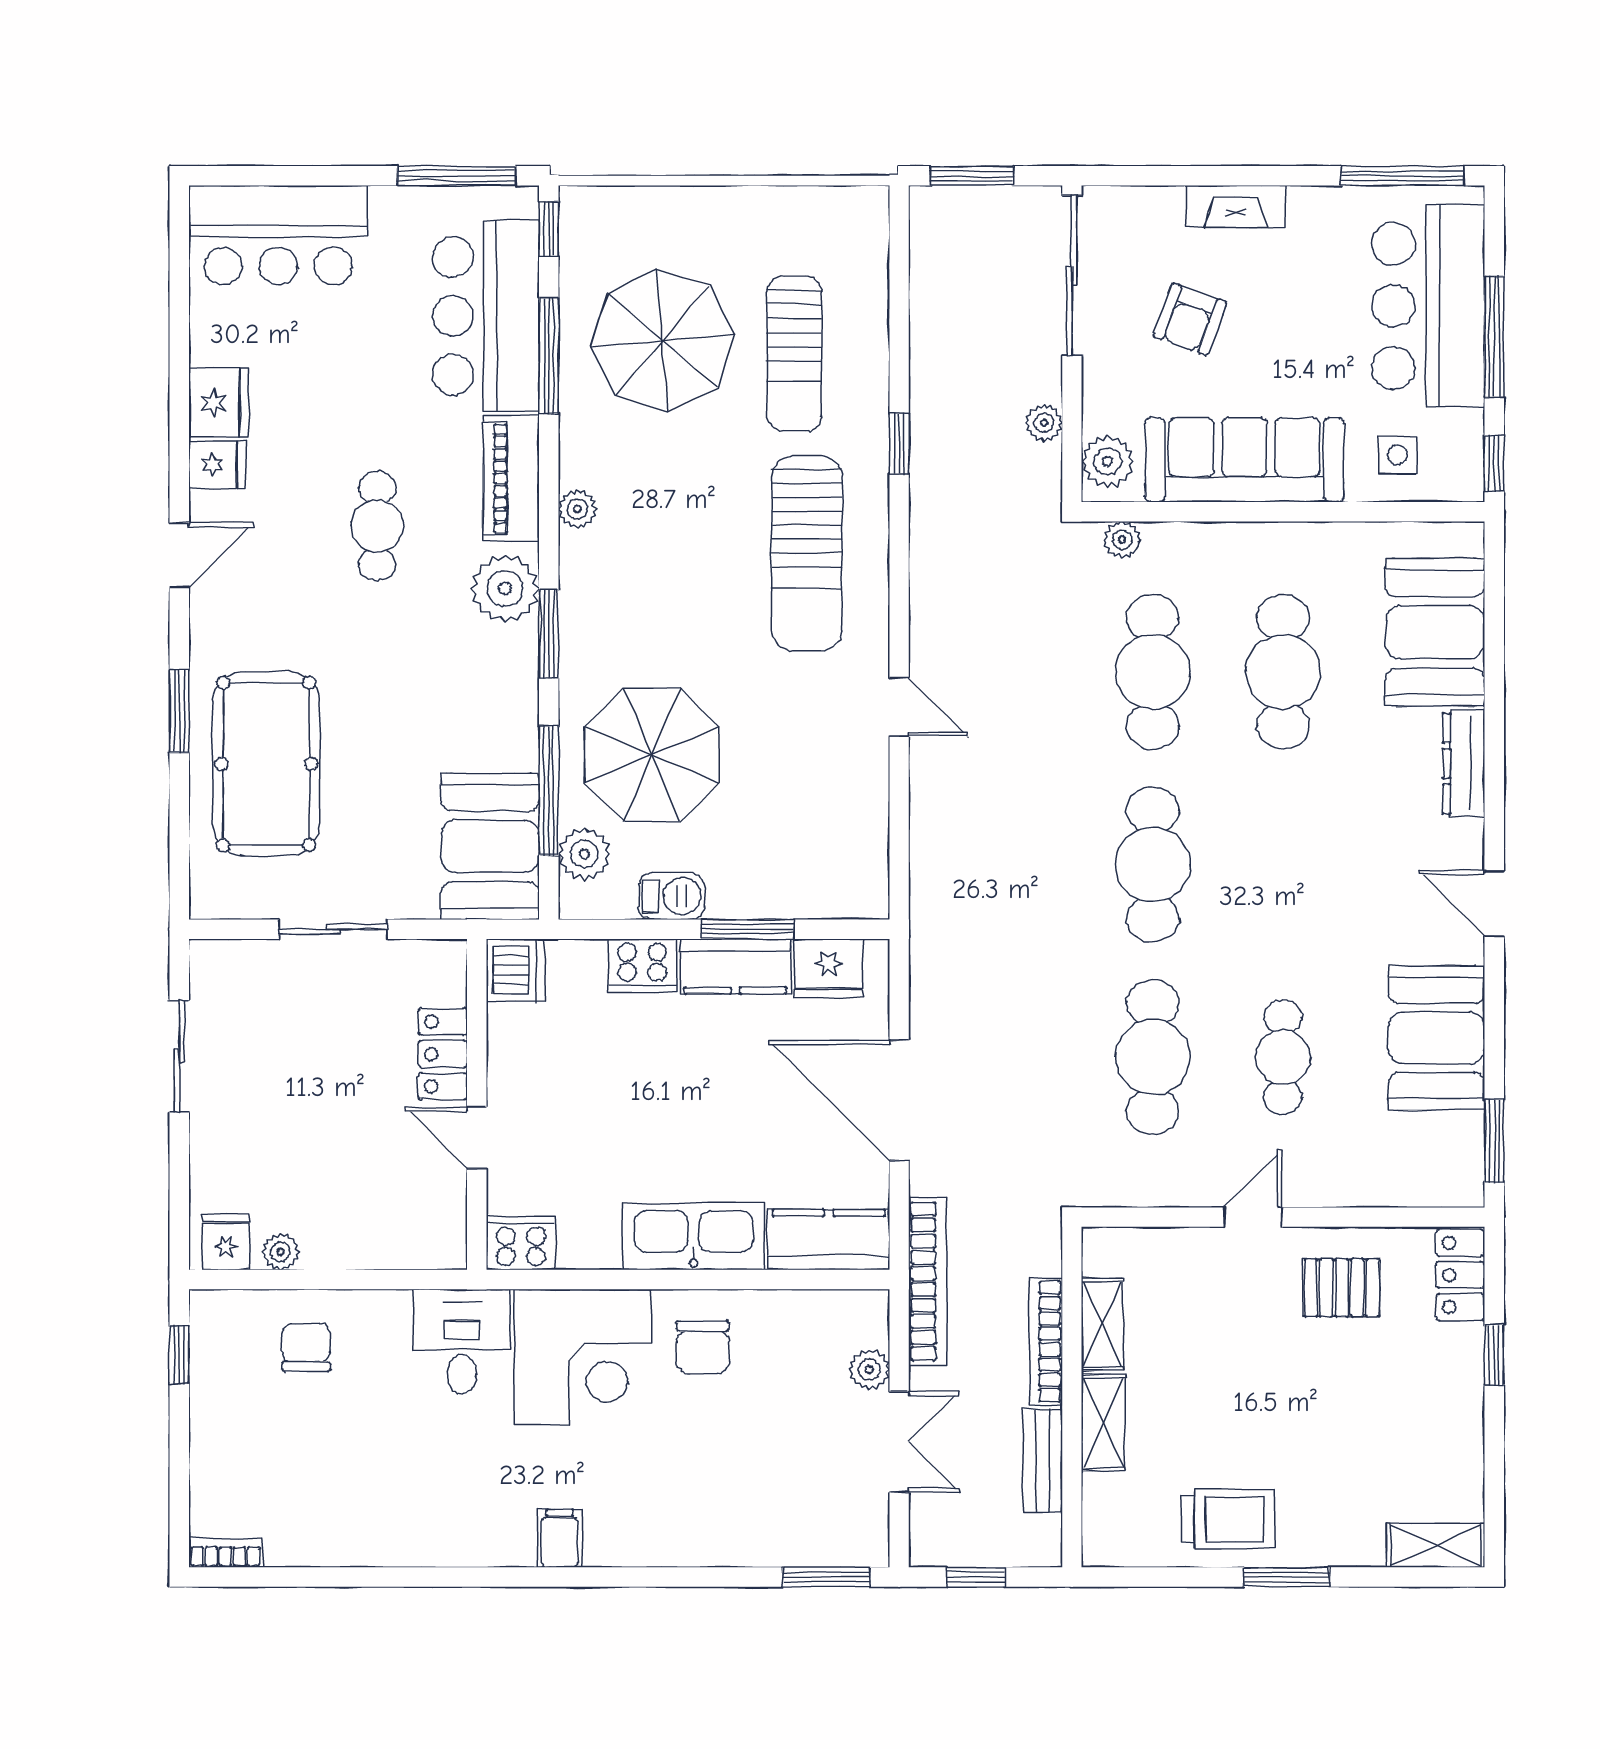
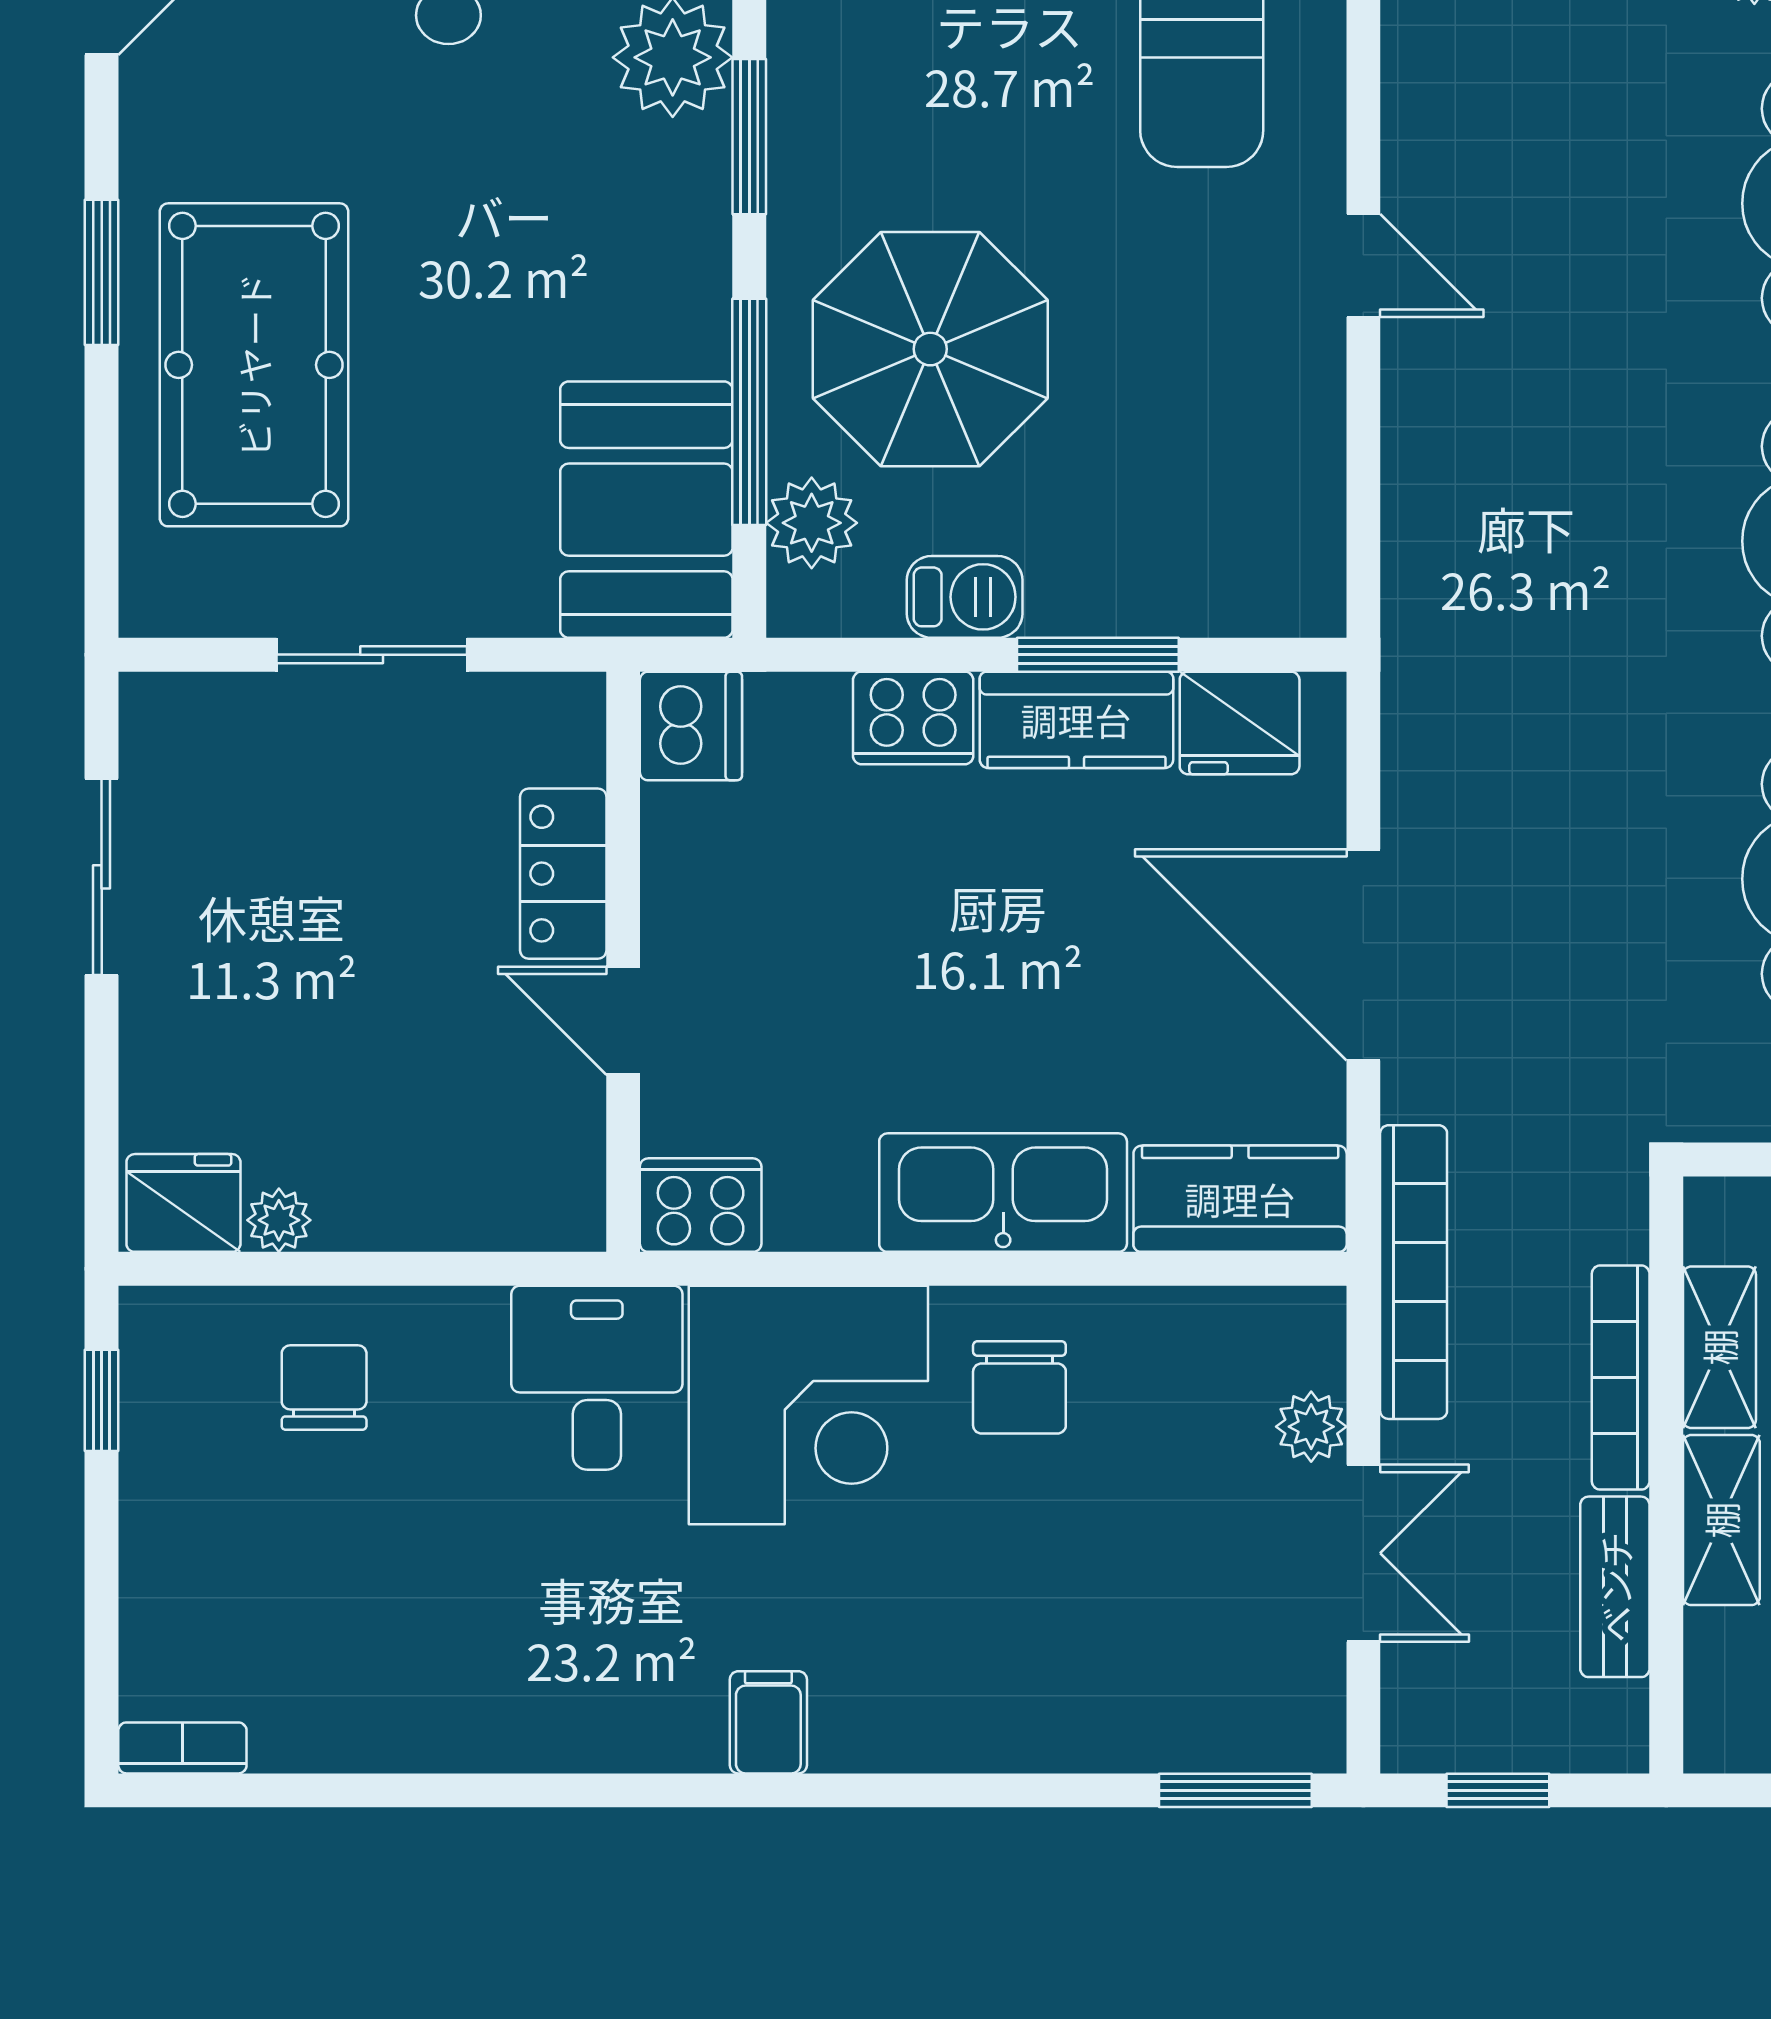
fridge: (226, 1242) -> (183, 1203), width x1.38

